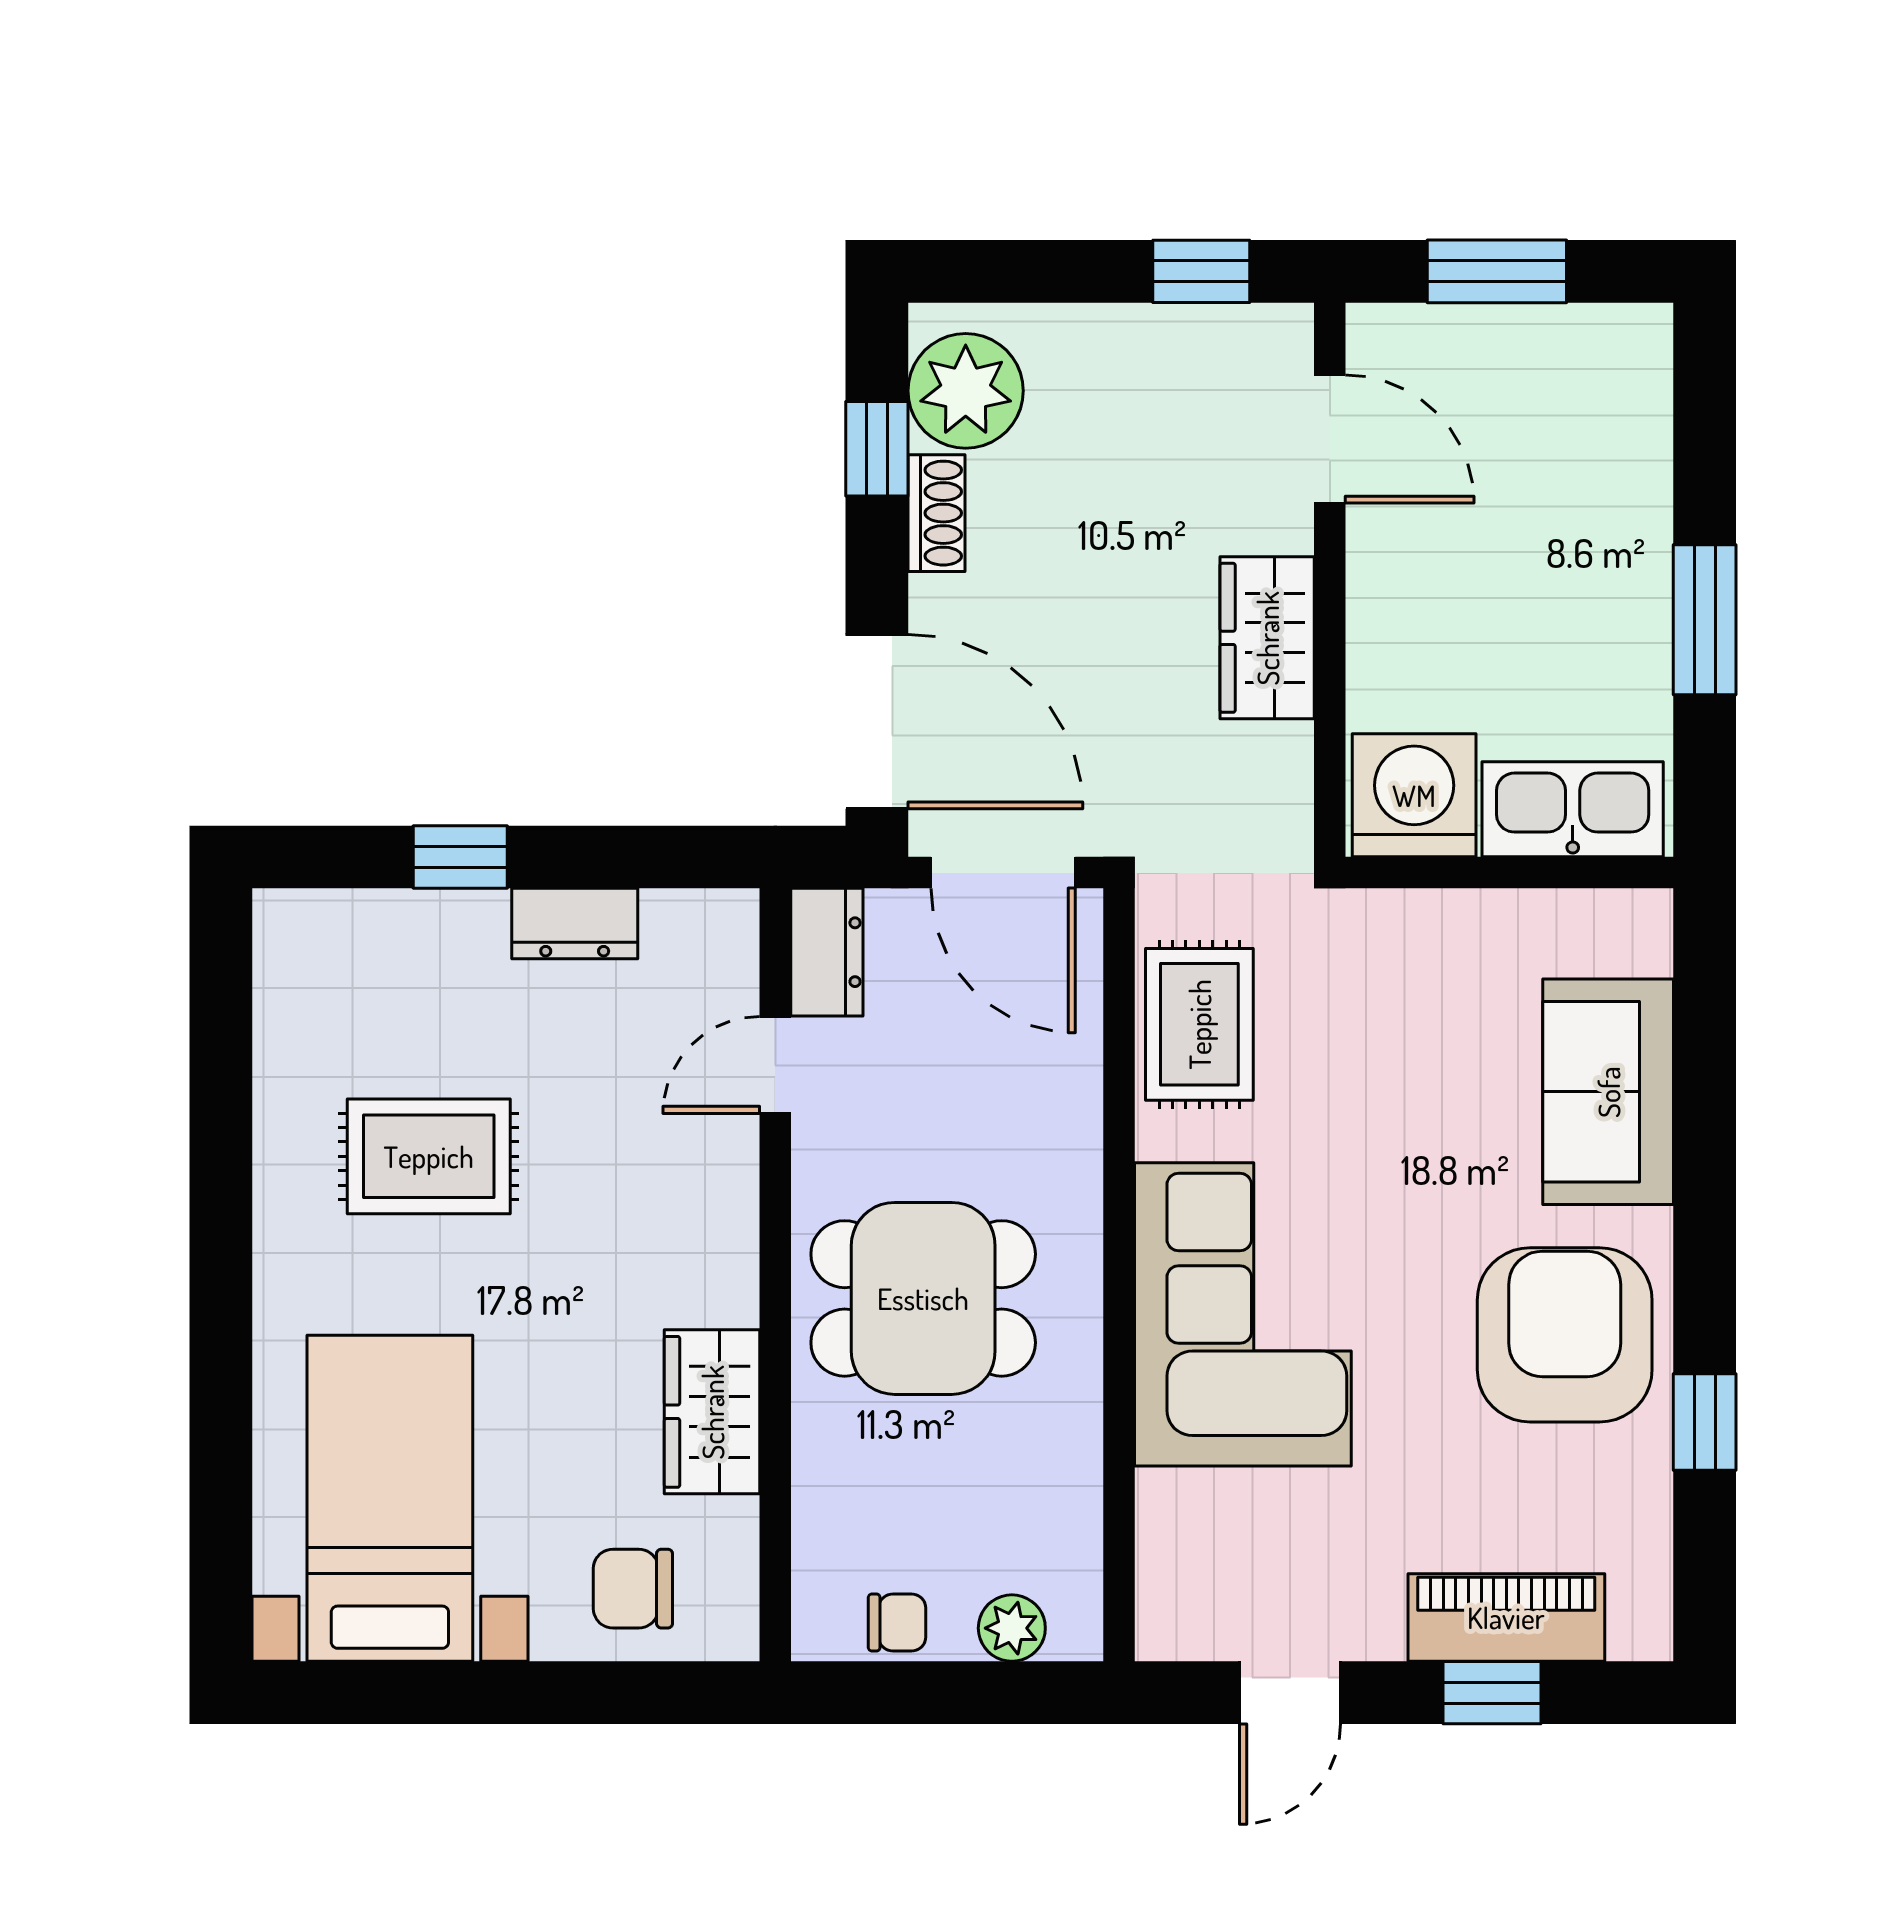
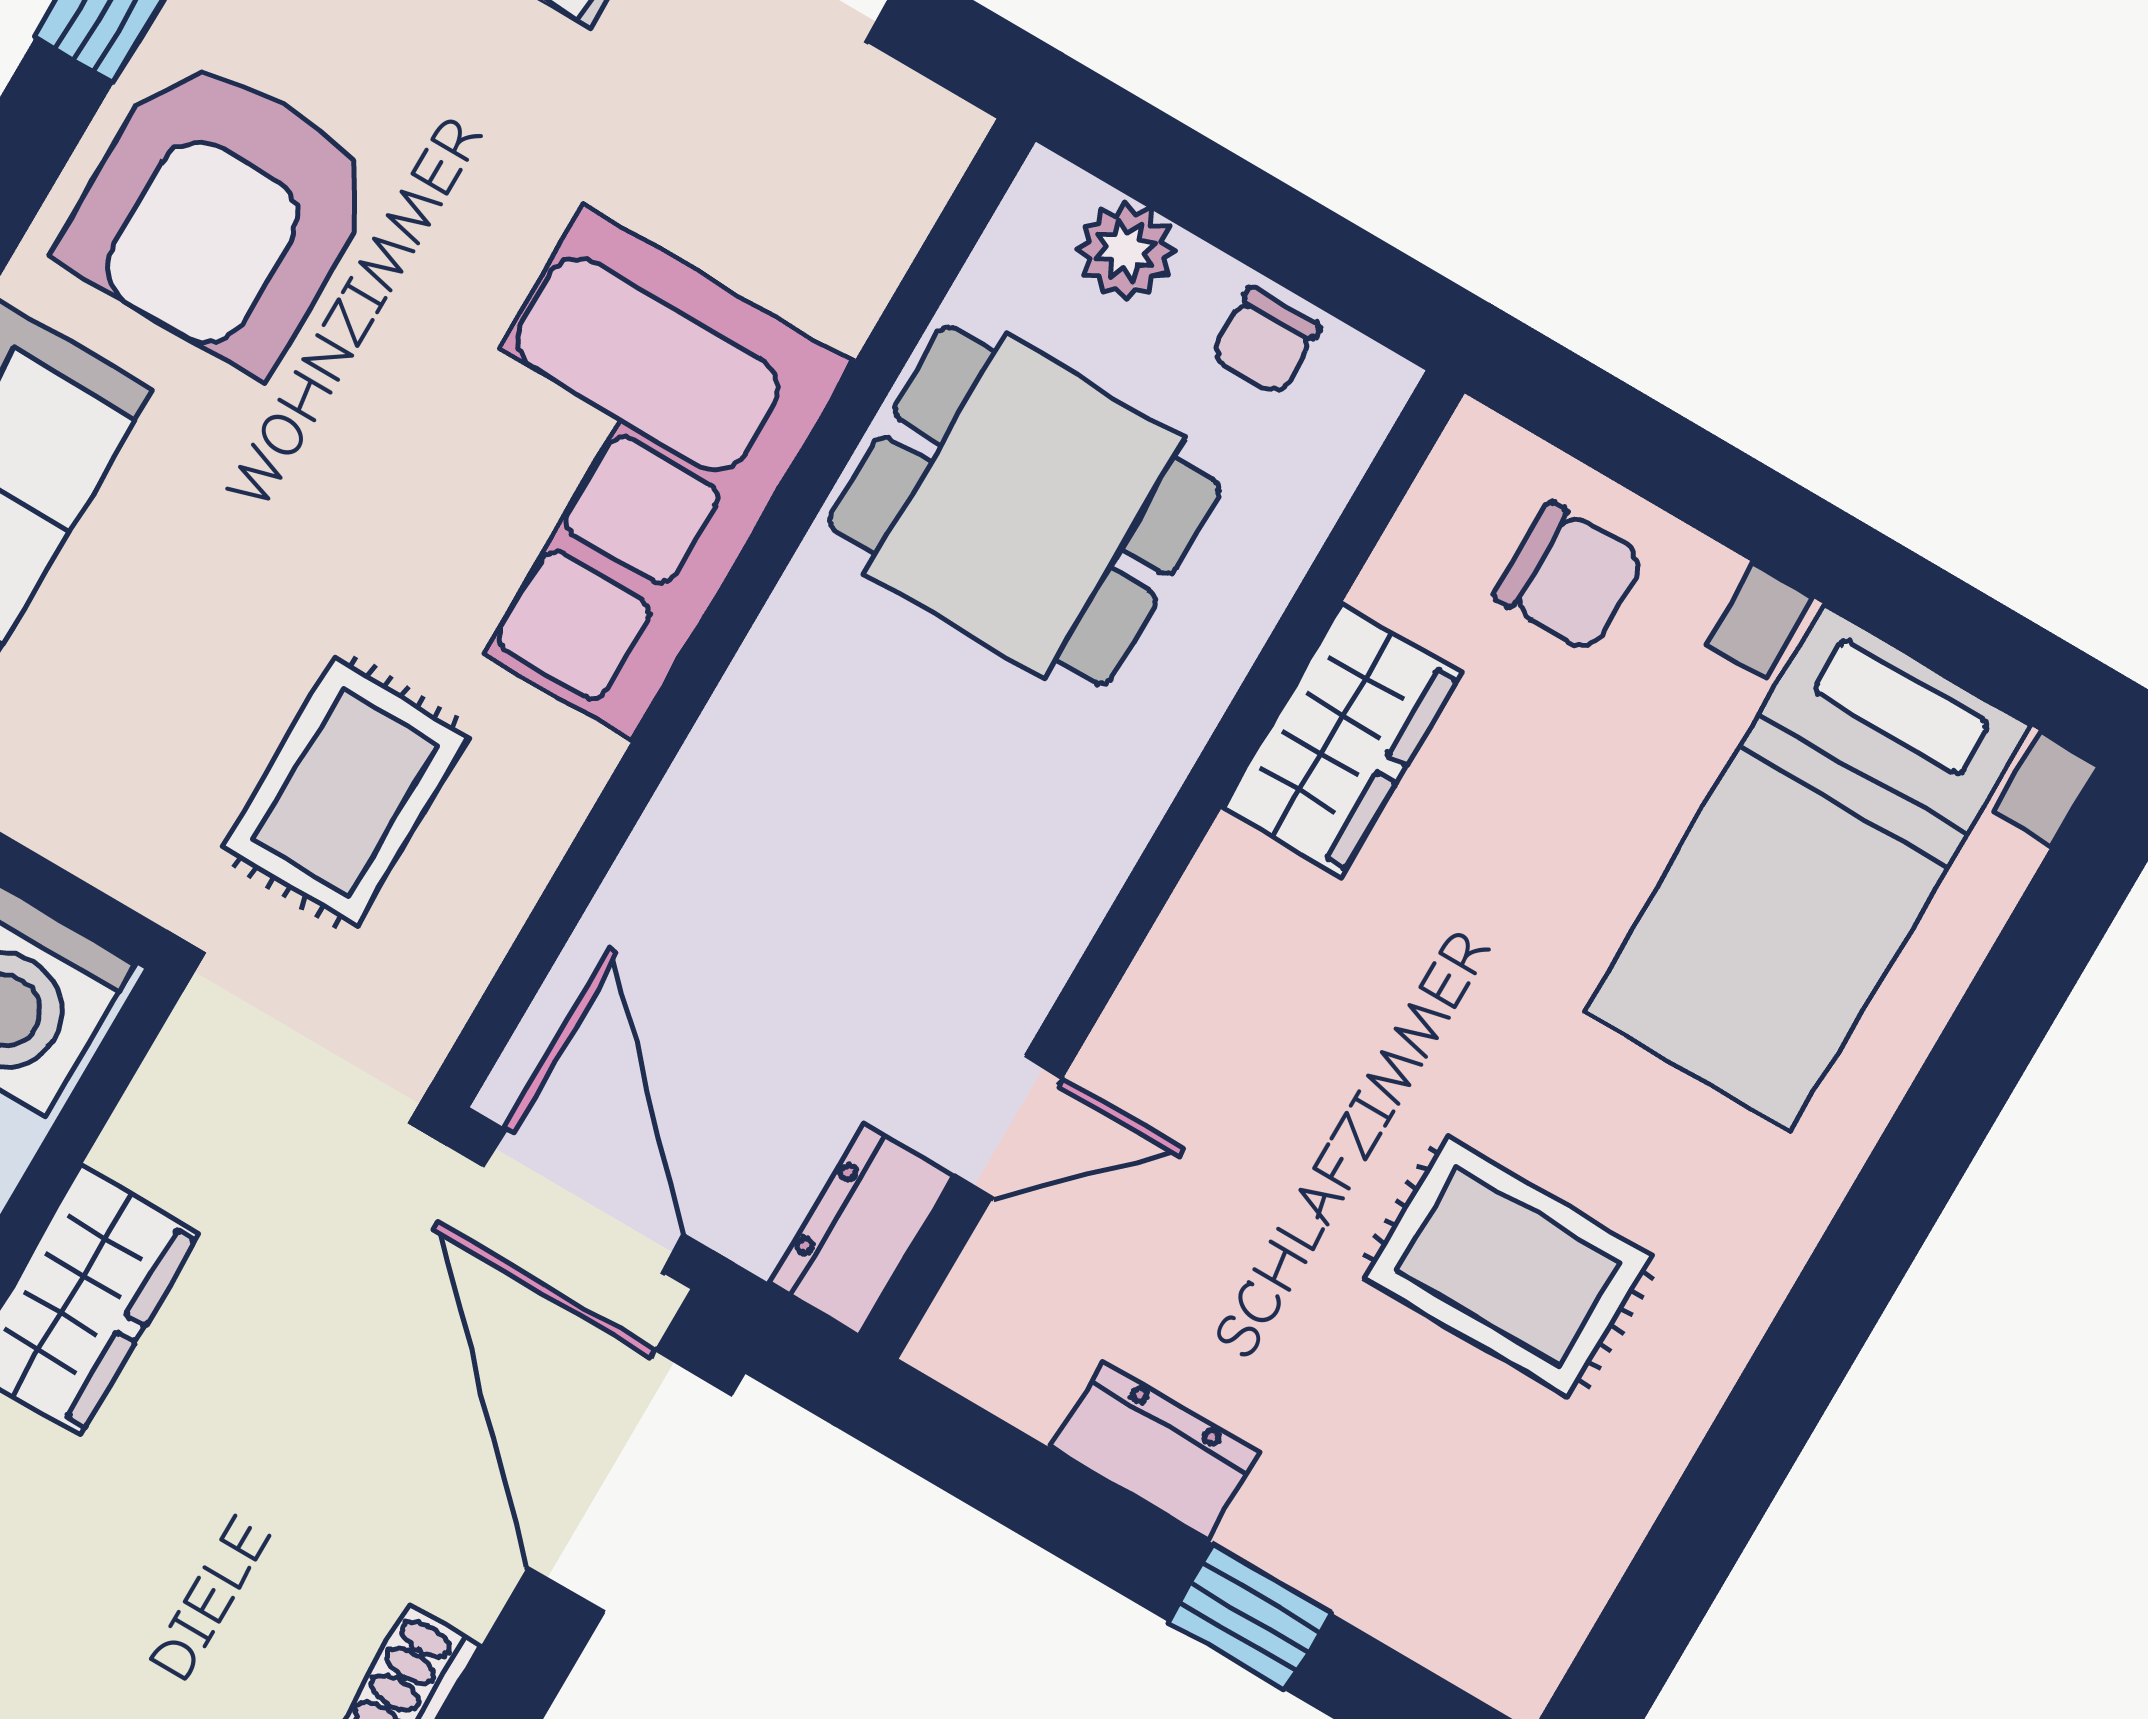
rug: (1199, 1024) -> (345, 792), moved
dining table: (923, 1298) -> (1025, 506), moved
chair: (897, 1623) -> (1265, 341), turned -90

